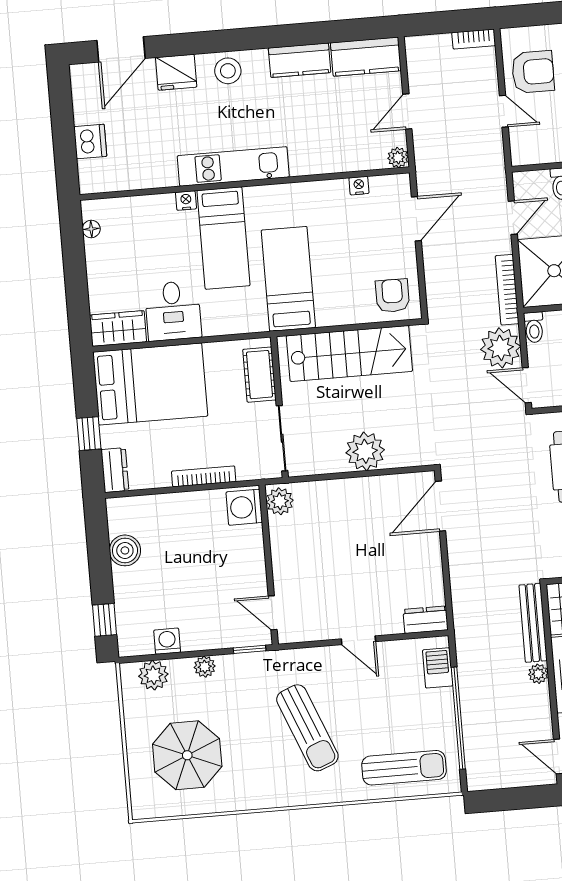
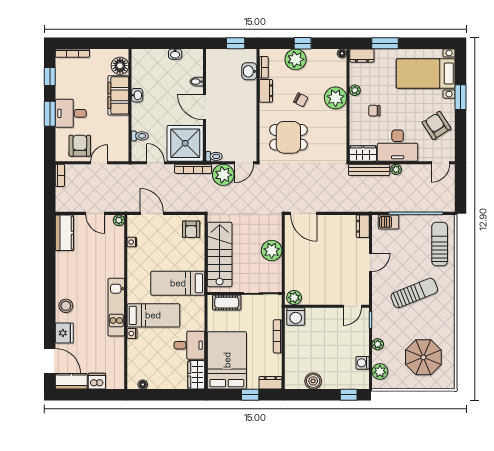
kitchen counter: (300, 60) -> (71, 381), moved, turned -90
armchair: (392, 296) -> (191, 229), turned -90

